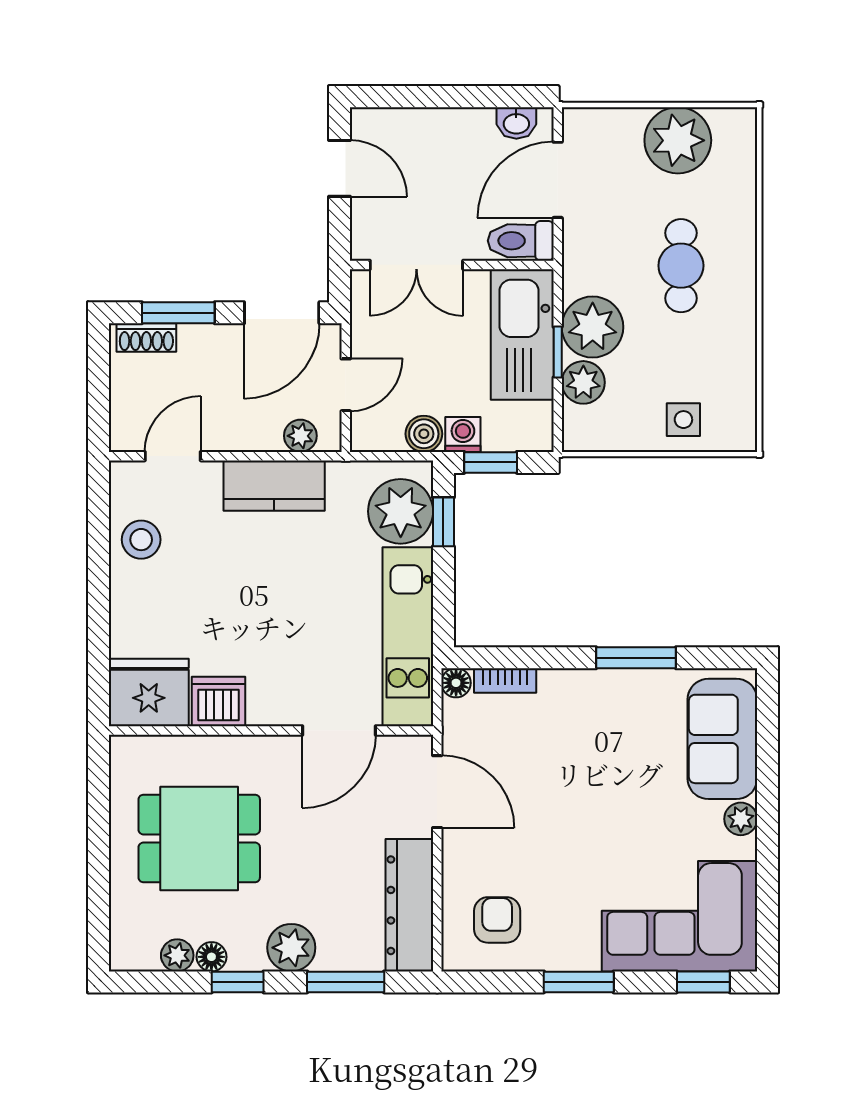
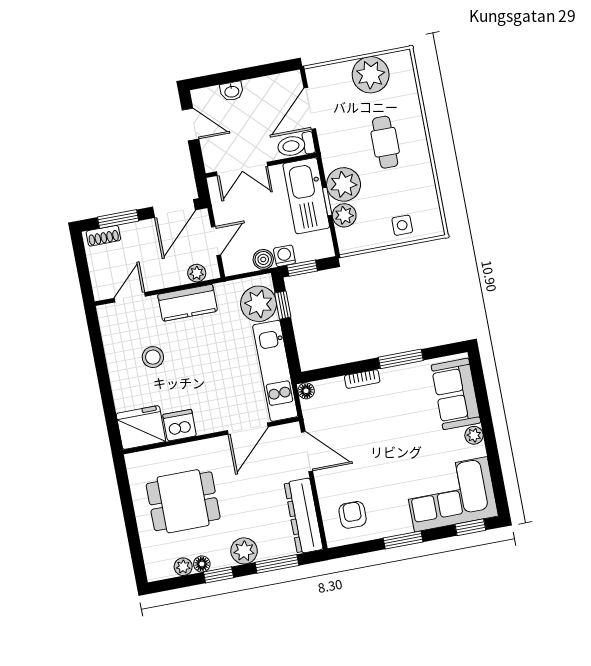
washbasin: (516, 123) -> (232, 91), moved
stool: (141, 540) -> (153, 357), moved
bookcase: (505, 681) -> (362, 379), moved

